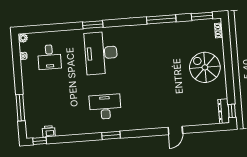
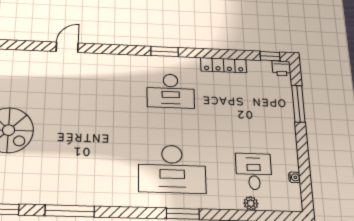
plant: (23, 38) -> (251, 203), moved
desk: (101, 53) -> (172, 169), turned 90
locker: (71, 130) -> (224, 65), added
printer: (49, 131) -> (281, 68), moved

